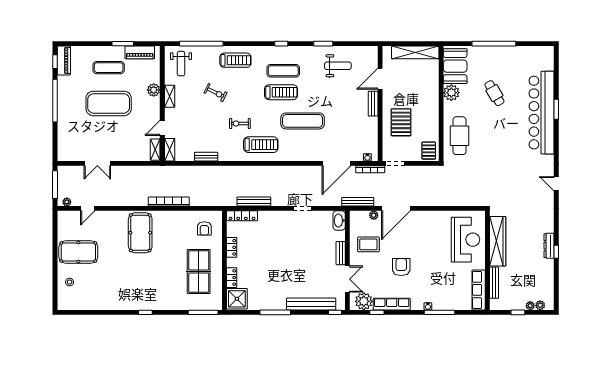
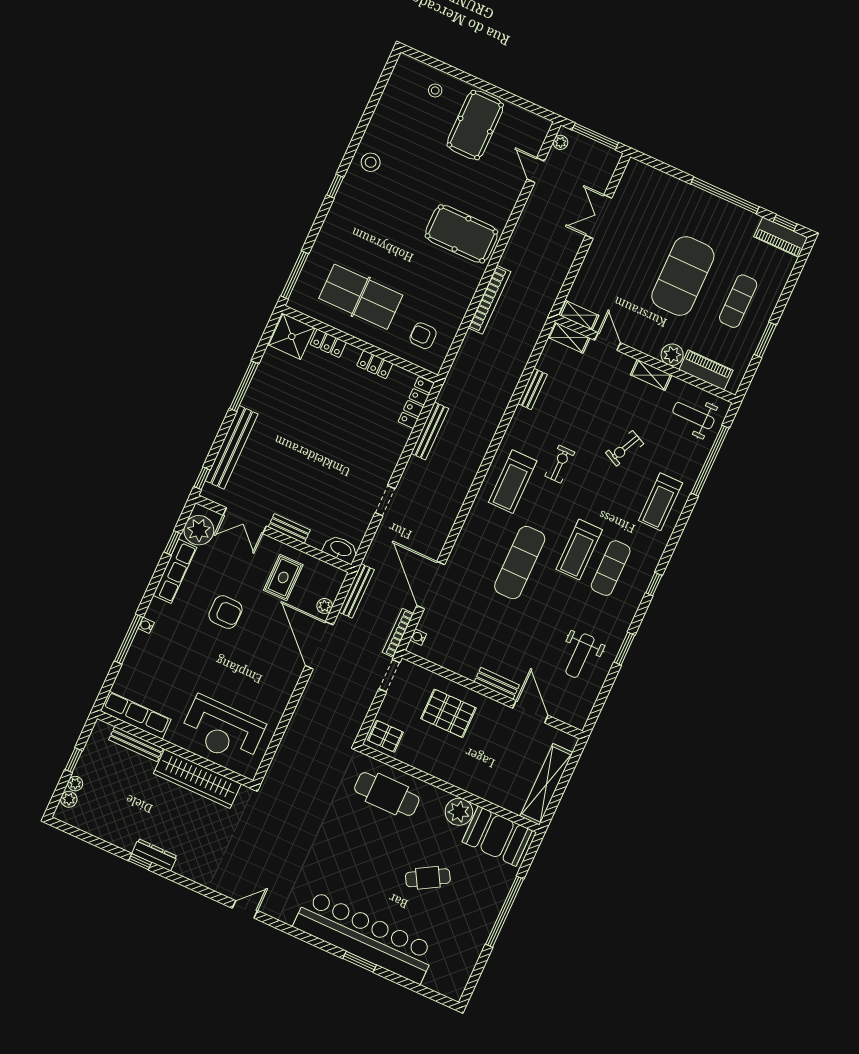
piano: (140, 52) -> (706, 370), moved, turned 90
stool: (124, 299) -> (371, 162), added

